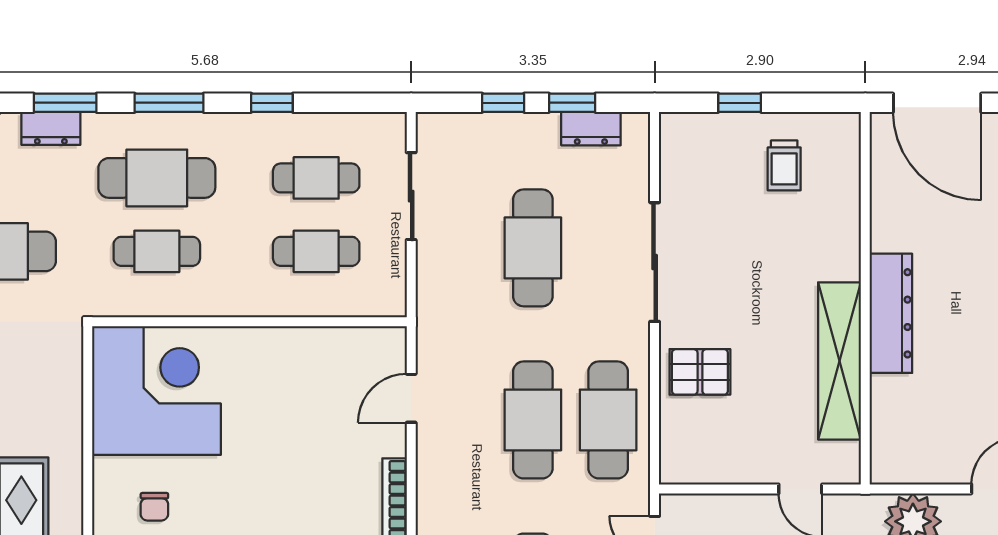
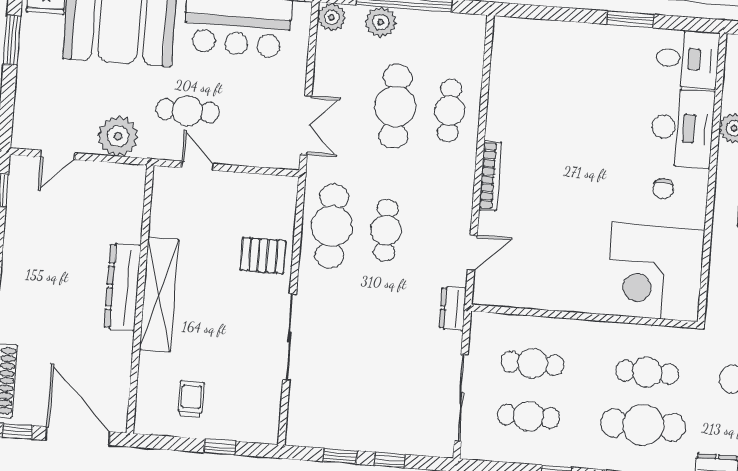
dresser: (591, 129) -> (453, 309), moved, turned -90
sliding door: (411, 196) -> (461, 398), width x1.37
cafe table: (533, 248) -> (376, 354), removed
shelving: (840, 361) -> (159, 295), moved
cafe table: (533, 420) -> (386, 230), width x0.73, depth x0.74
chair: (154, 507) -> (663, 189), turned 180

